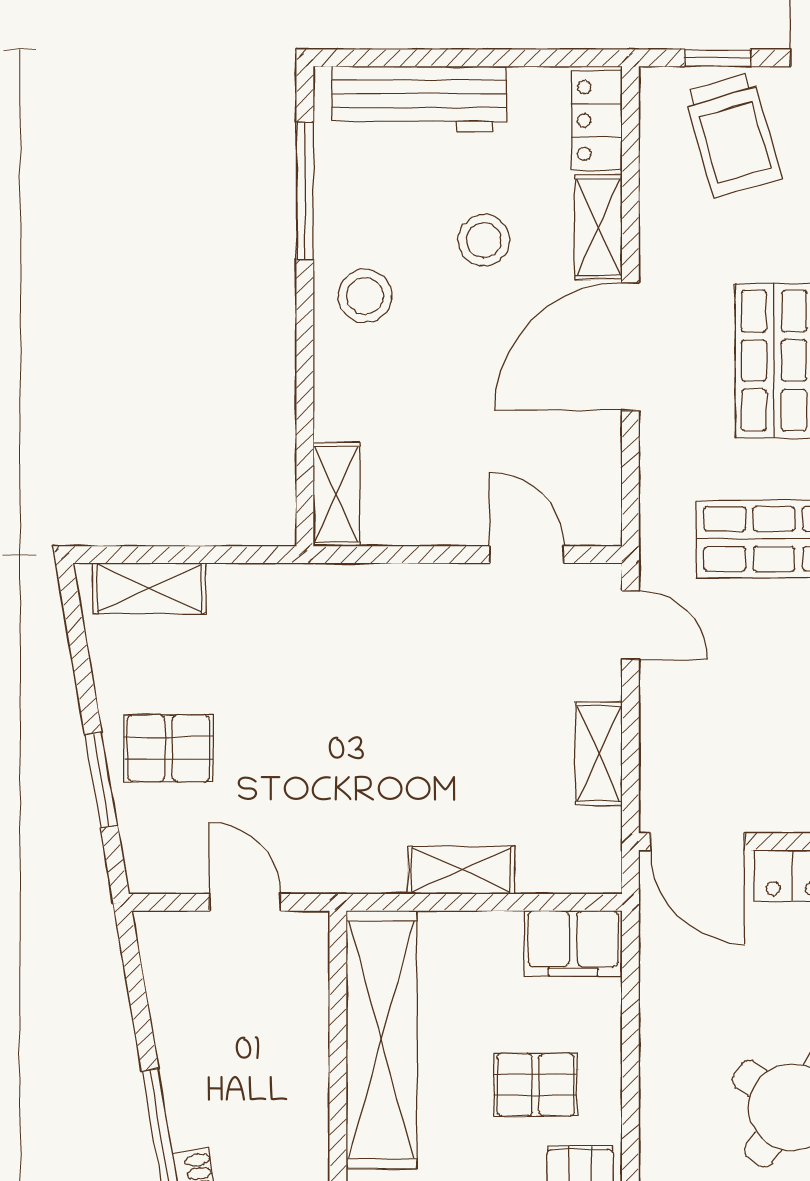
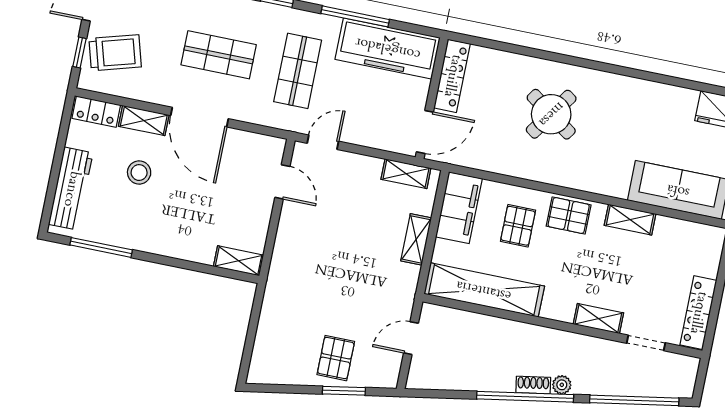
stool: (365, 296) -> (153, 230), removed
door: (527, 555) -> (282, 182), swing flipped
shelving: (149, 588) -> (263, 352), removed
shelving: (599, 754) -> (406, 174), moved
filing cabinet: (573, 943) -> (459, 208), width x1.50, depth x1.17

